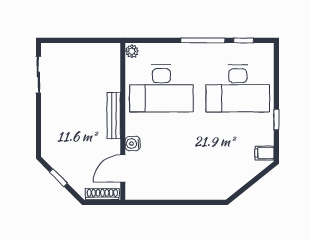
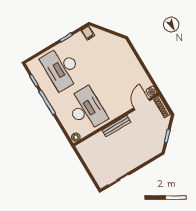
desk: (238, 88) -> (62, 68), turned 180
water cooler: (133, 144) -> (152, 91), moved
door: (123, 169) -> (142, 104), swing flipped

